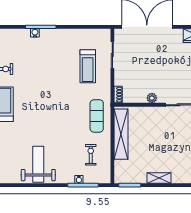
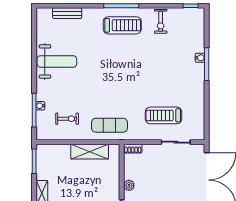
shelving: (121, 134) -> (90, 152), width x0.68

